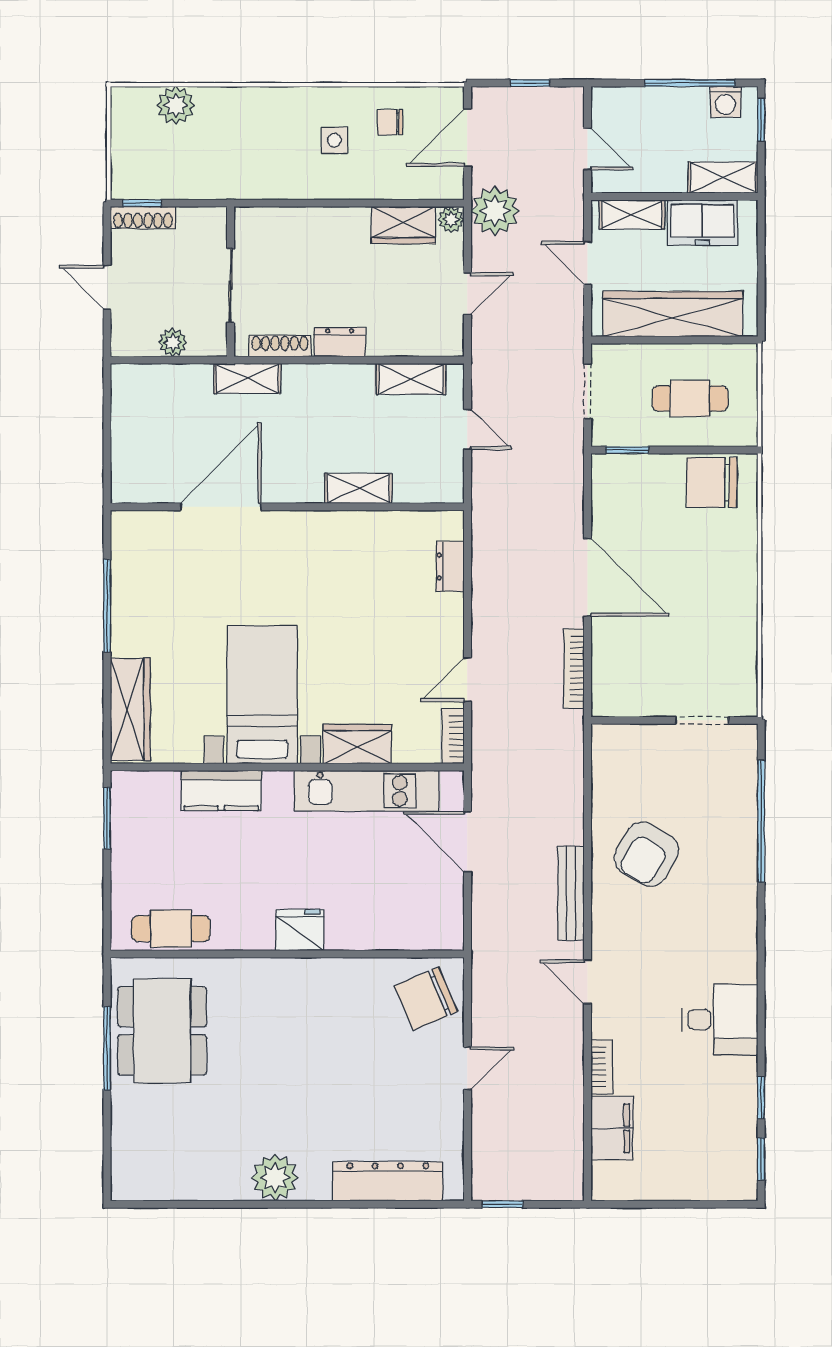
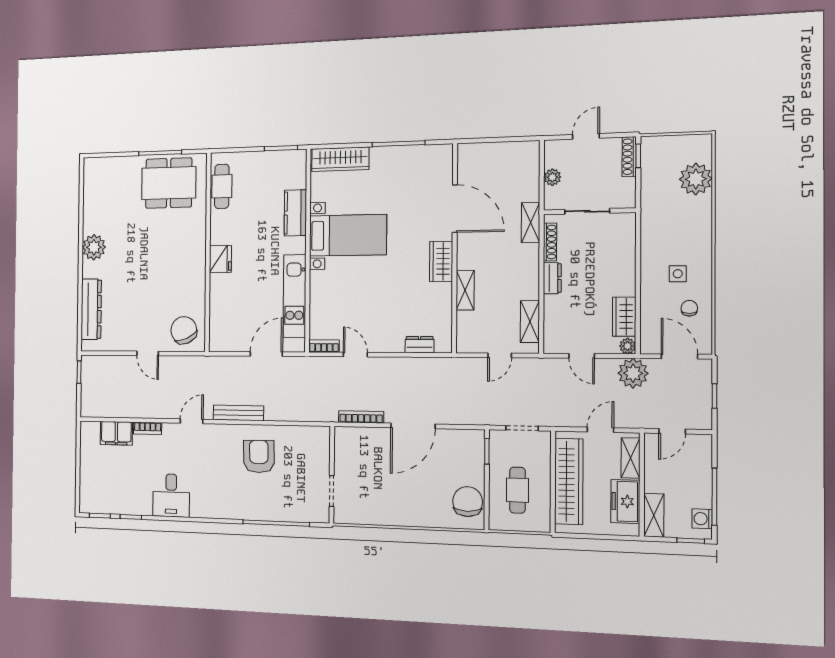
plant: (176, 105) -> (696, 179), width x1.36, depth x1.36
wardrobe: (357, 744) -> (441, 261), moved, turned 180
armchair: (646, 854) -> (259, 456), turned 59

